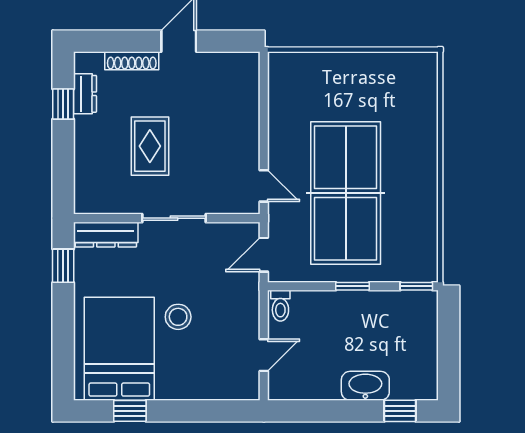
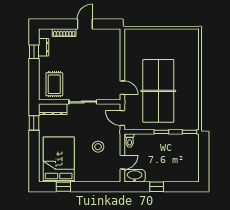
rug: (150, 146) -> (54, 84), moved
door: (264, 255) -> (122, 118), hinge flipped
stool: (178, 317) -> (98, 147), moved
washbasin: (365, 386) -> (135, 176), moved
window: (400, 411) -> (157, 187), moved

